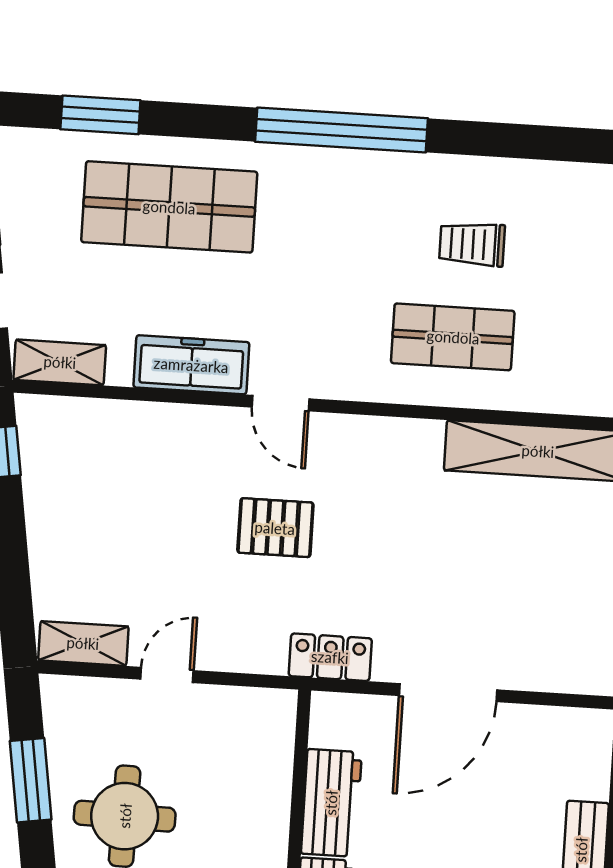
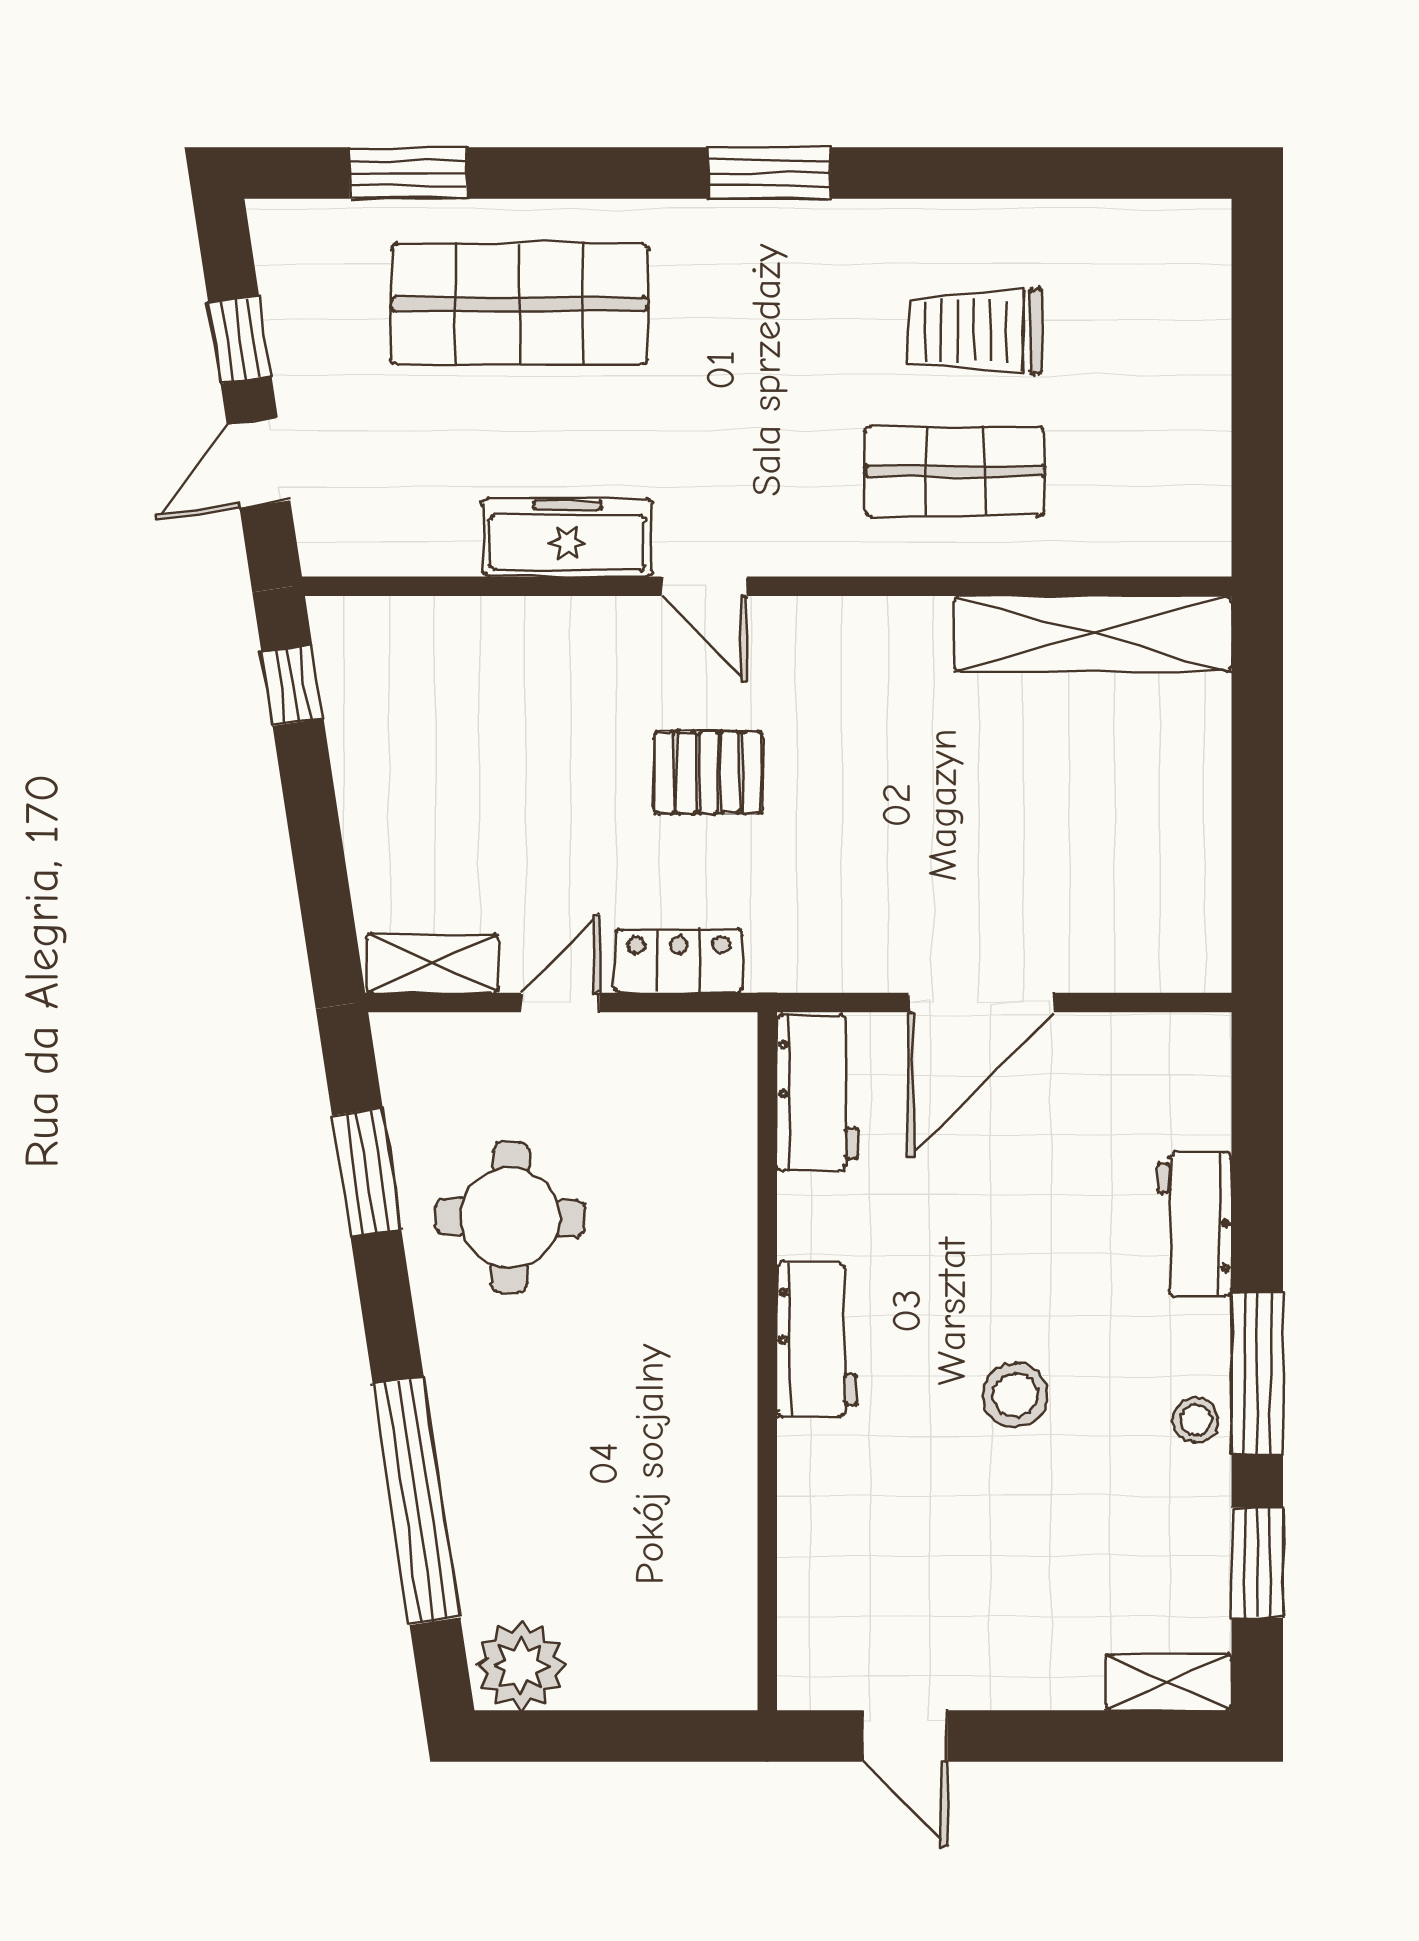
window: (341, 130) -> (769, 173), width x0.47
trolley: (472, 244) -> (975, 331), width x1.36, depth x1.39
shelving: (60, 362) -> (371, 546), removed
locker: (330, 657) -> (679, 961), moved
workbench: (331, 803) -> (817, 1093), moved

